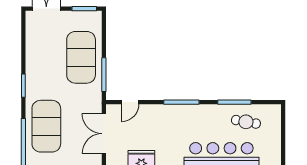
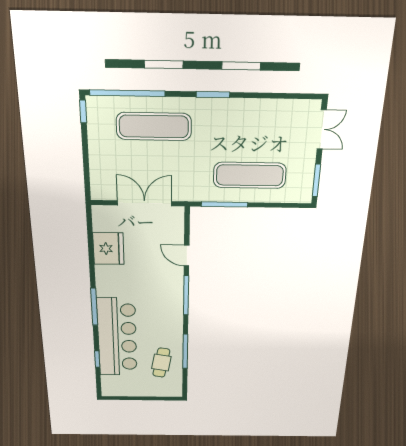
exercise mat: (81, 57) -> (250, 175), width x0.68
door: (130, 102) -> (187, 256), moved
exercise mat: (46, 126) -> (154, 126), width x0.68

